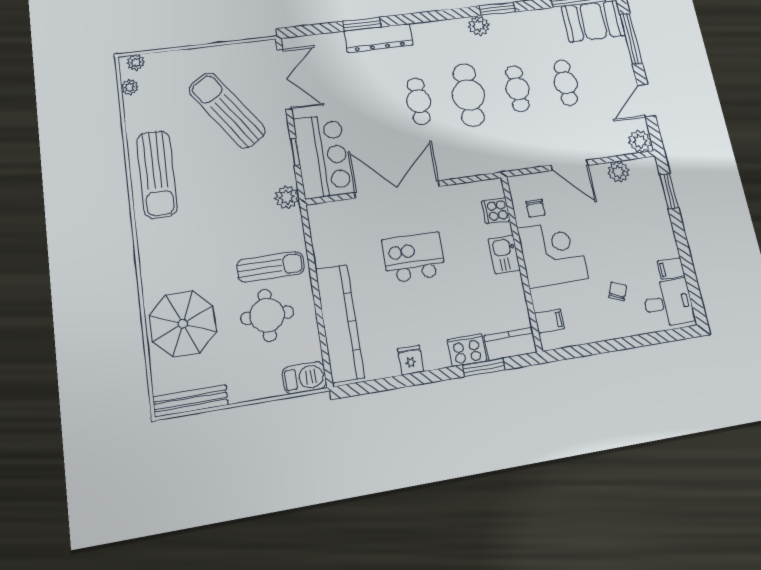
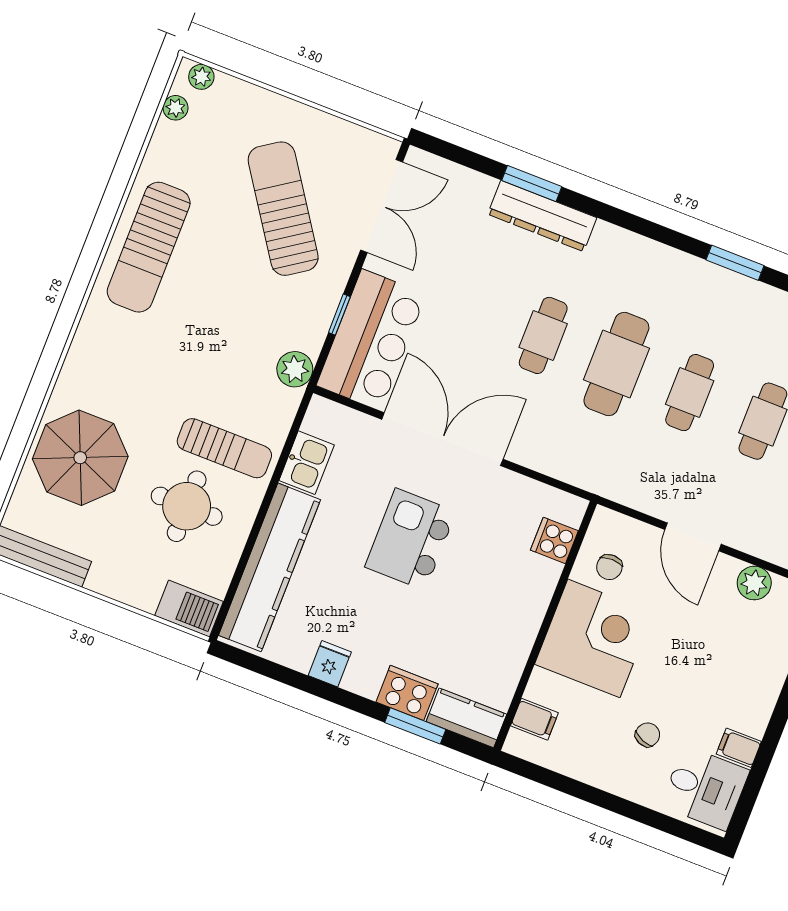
plant: (479, 26) -> (693, 273), removed
kitchen sink: (504, 255) -> (307, 463), moved, turned 180
kitchen island: (414, 257) -> (410, 539), turned -90

